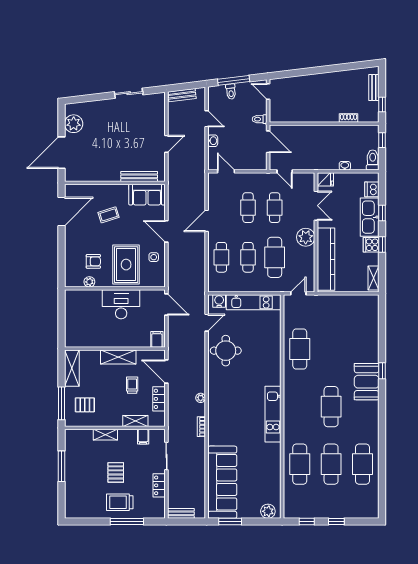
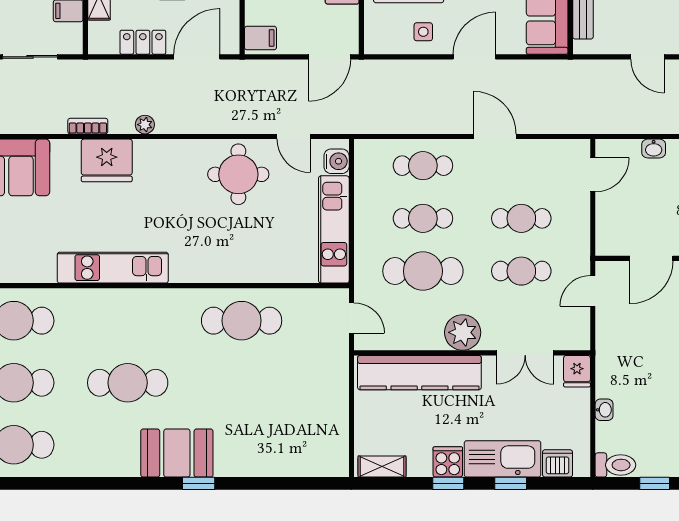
fridge: (219, 417) -> (107, 160), added

